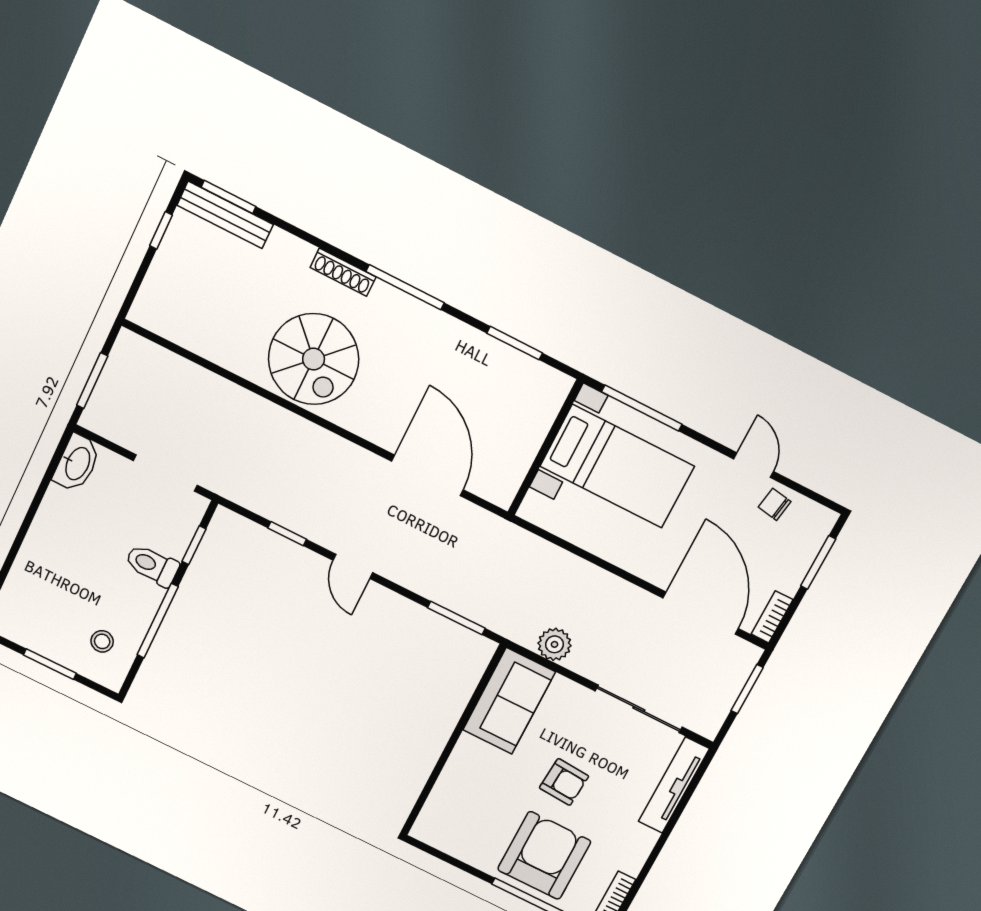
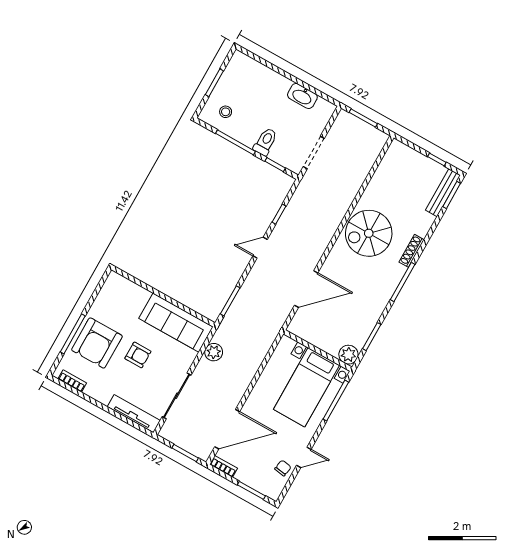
plant: (551, 387) -> (348, 355), added
washbasin: (77, 463) -> (302, 96), moved
sofa: (509, 701) -> (176, 323), width x1.36
armchair: (564, 782) -> (138, 355), turned -94
armchair: (544, 855) -> (97, 343), turned 90

